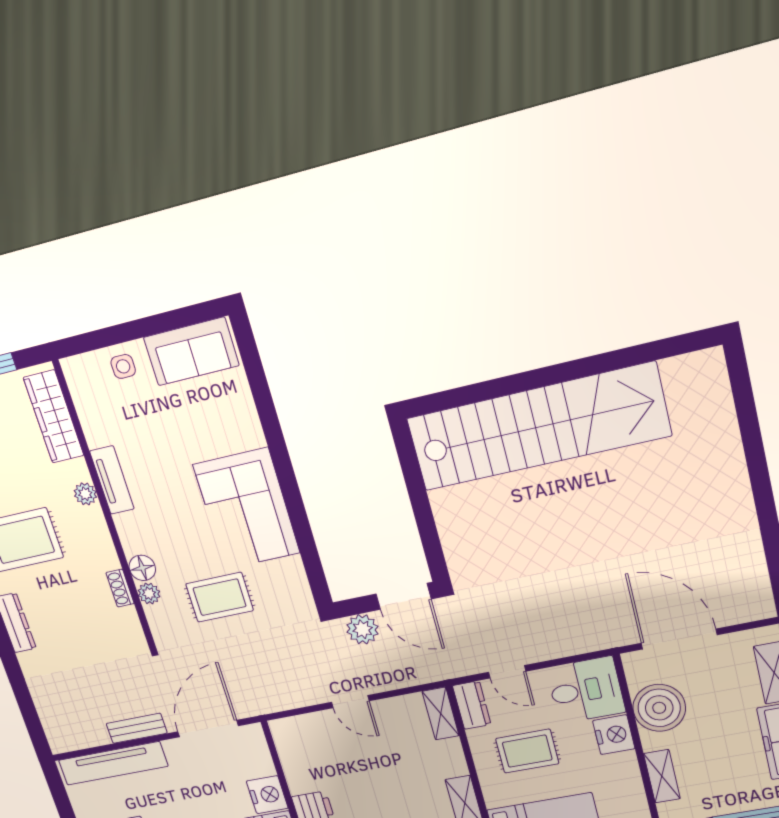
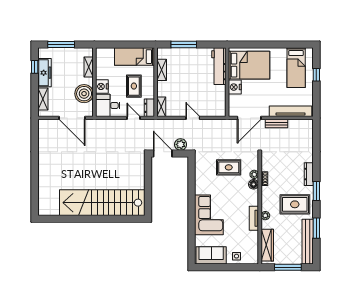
corner sofa: (247, 509) -> (209, 215), moved
rug: (527, 751) -> (134, 86), turned 90

